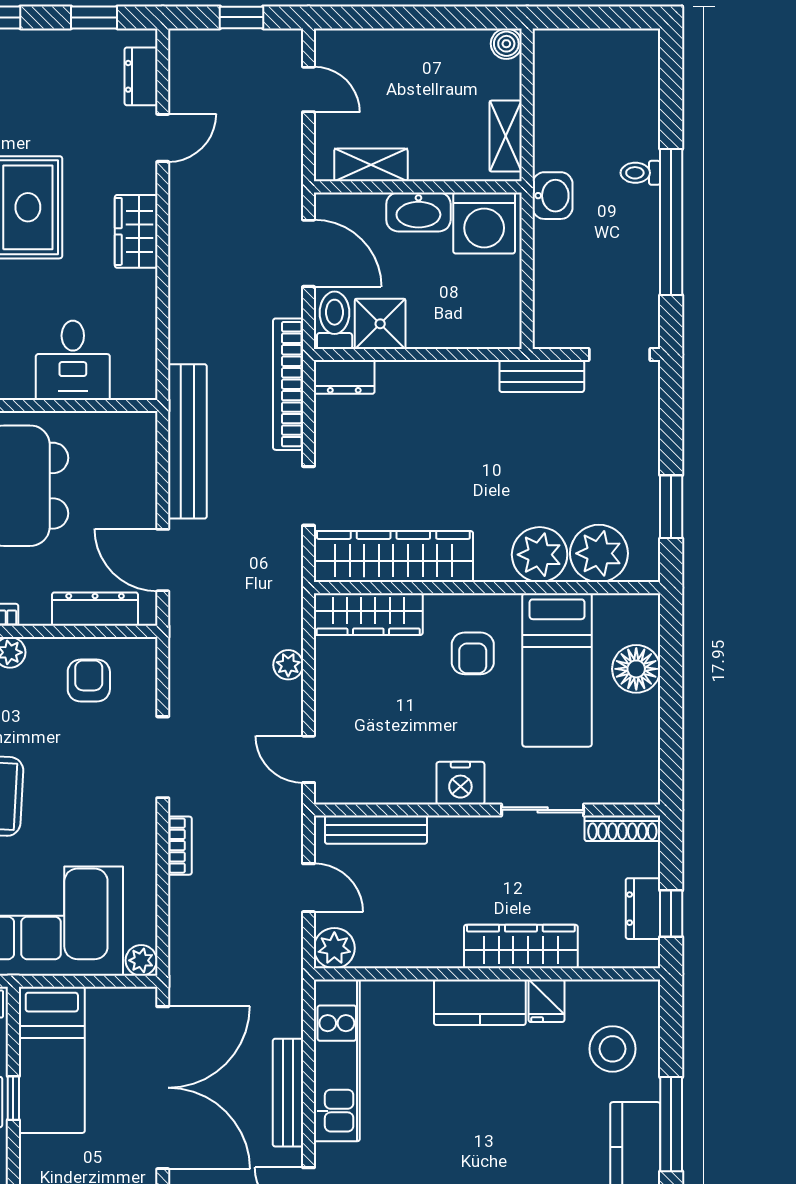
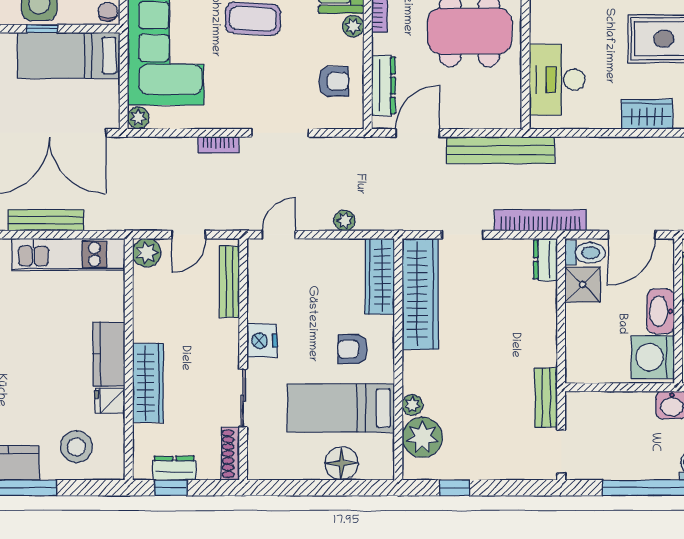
desk: (73, 360) -> (557, 80), width x1.37
window: (671, 507) -> (455, 488), width x0.67
plant: (540, 555) -> (412, 405), width x0.53, depth x0.53

